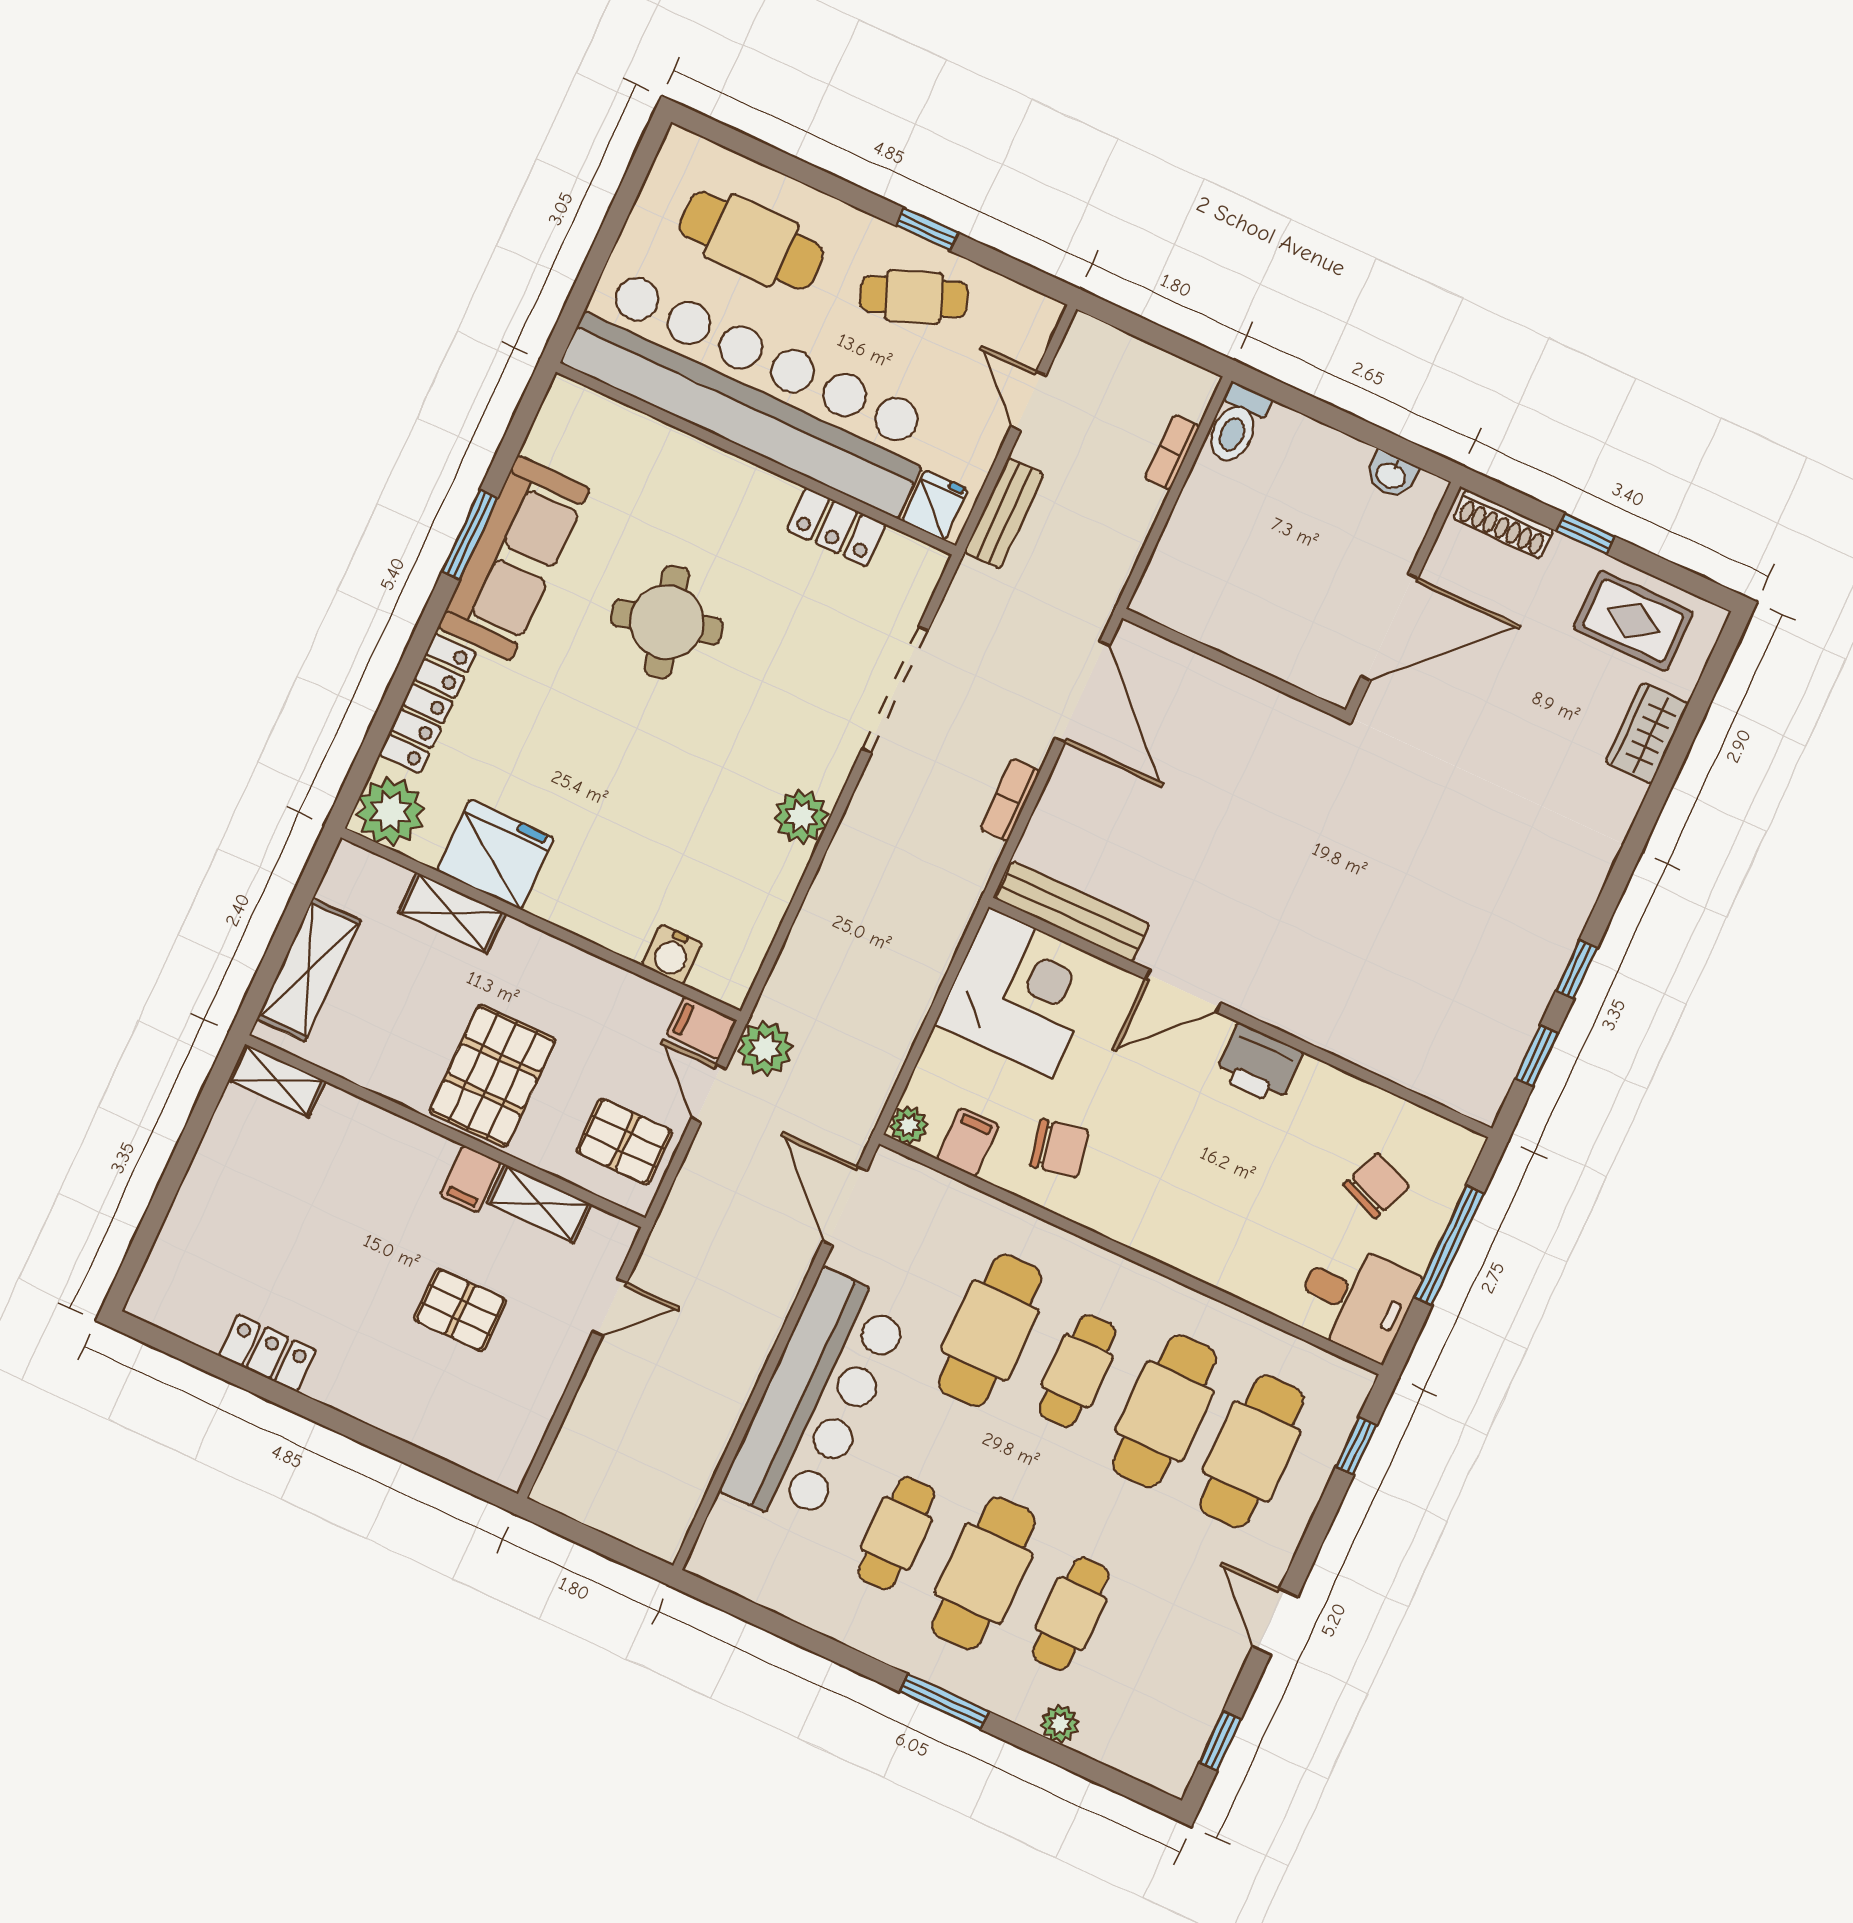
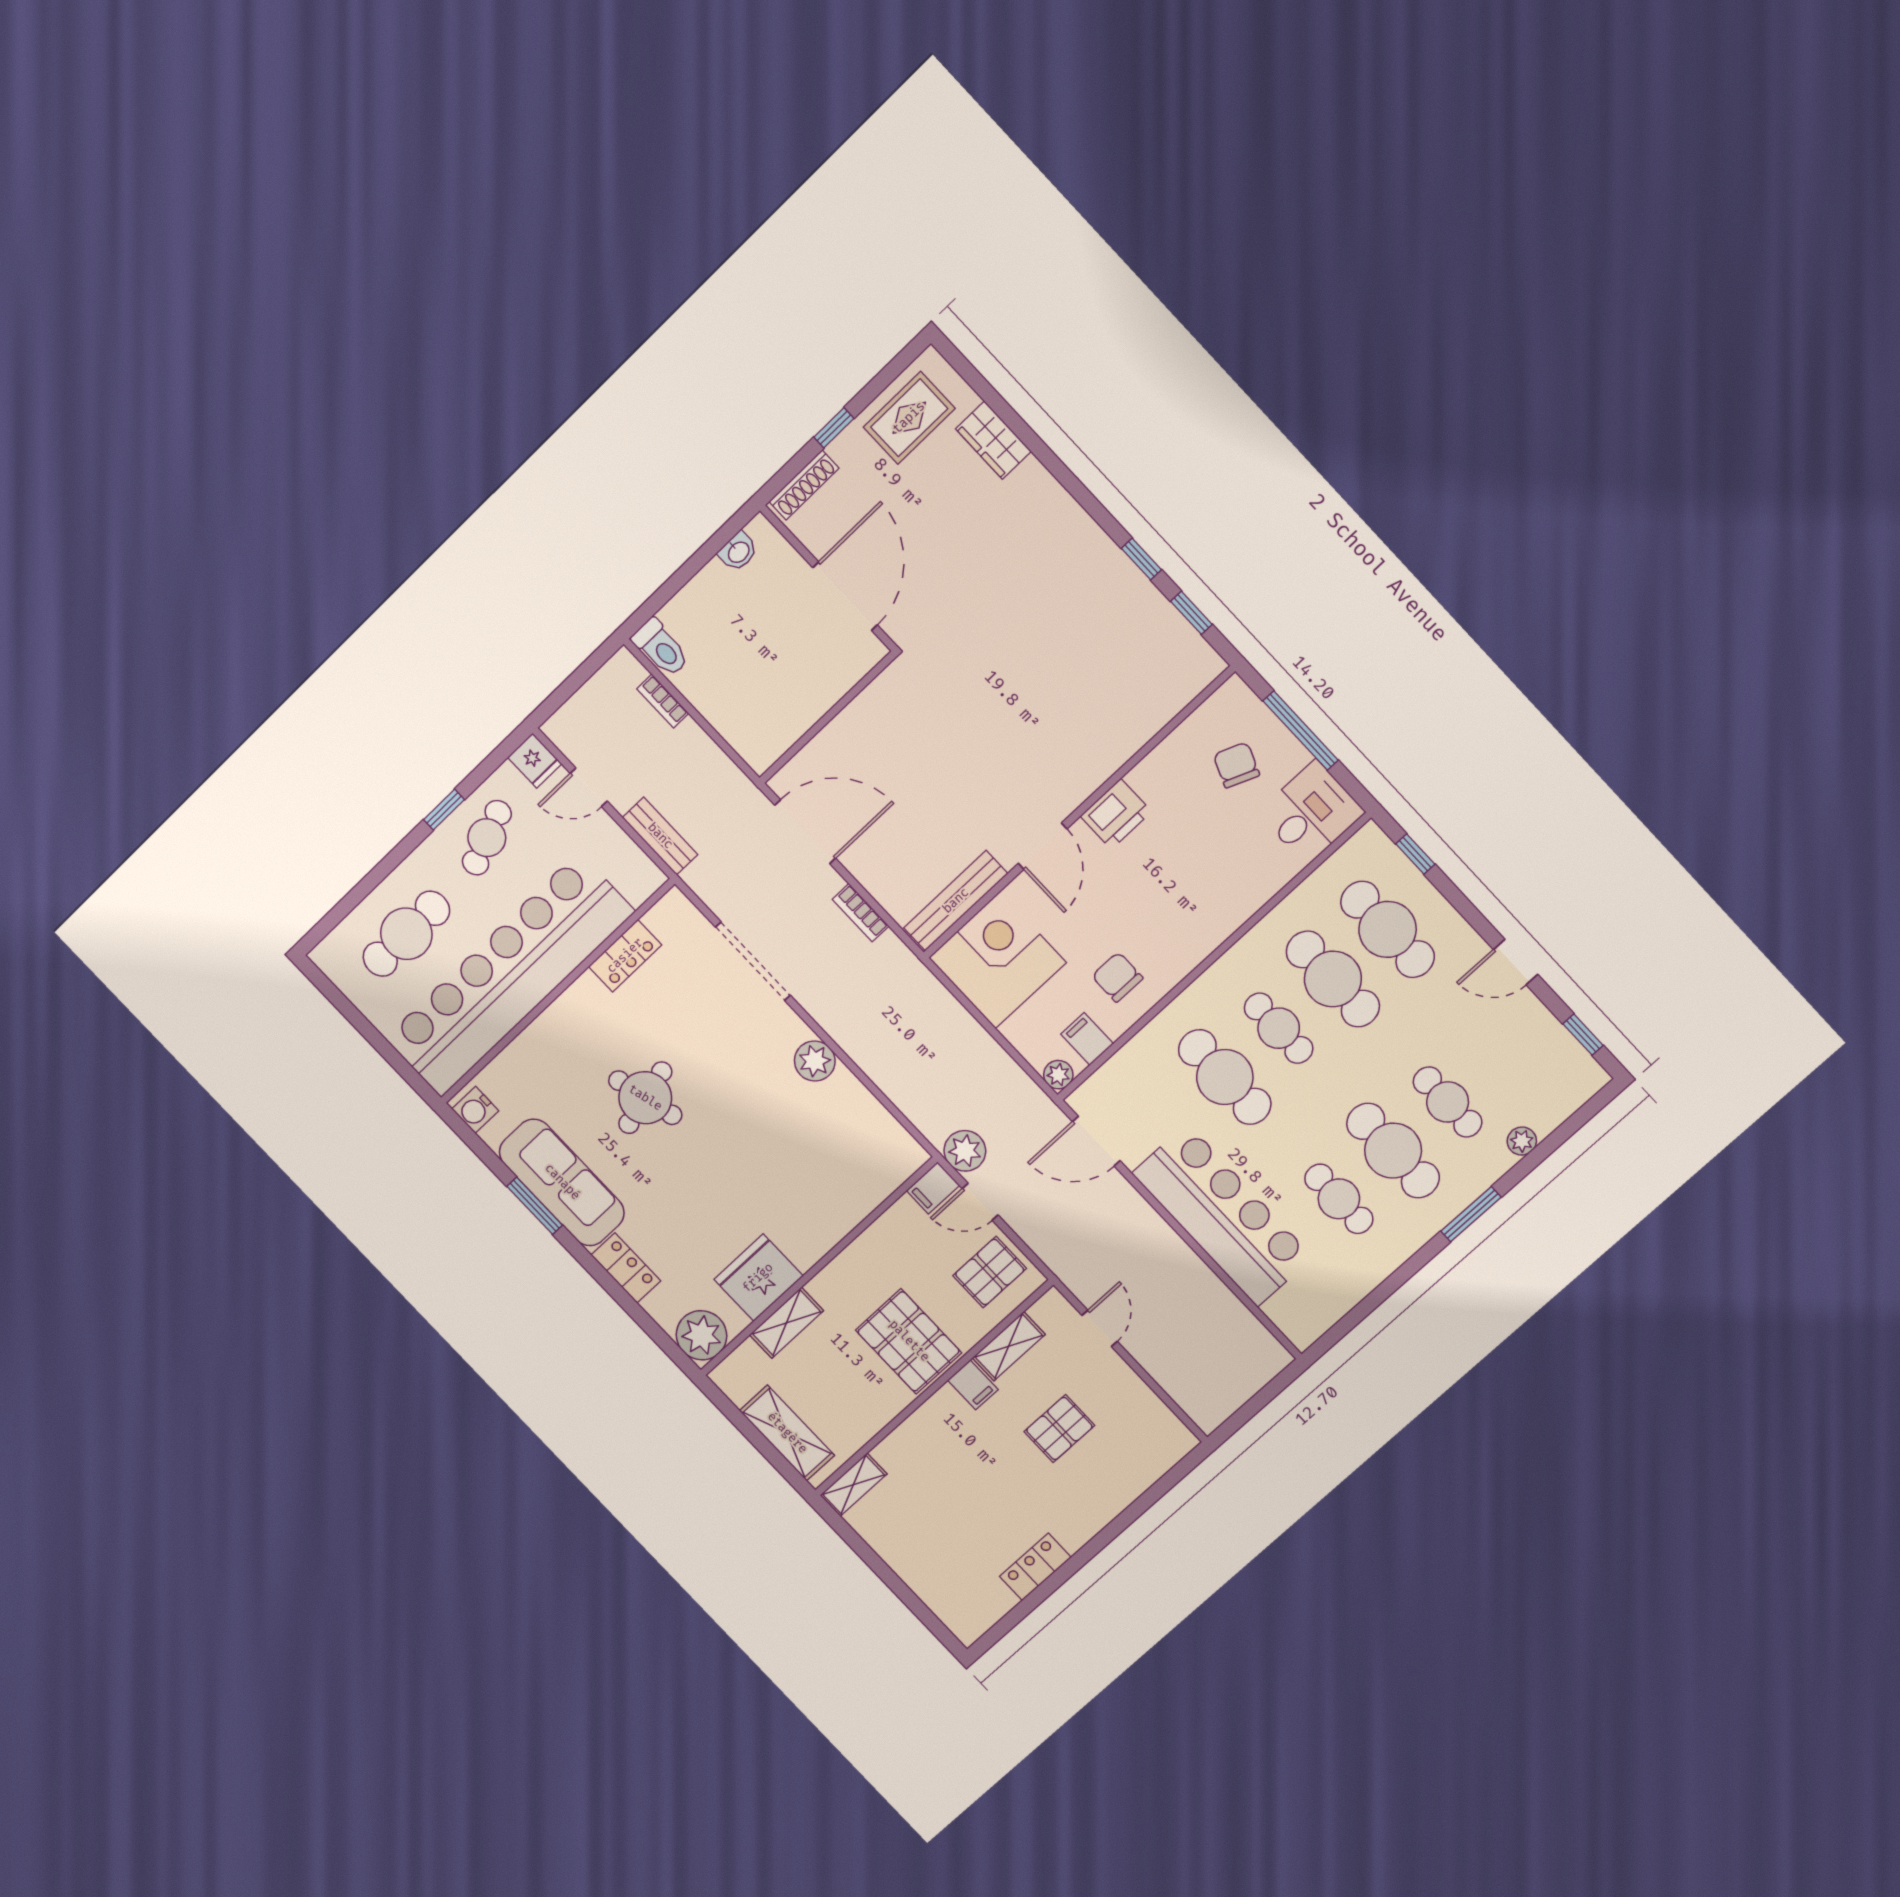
fridge: (935, 505) -> (535, 761), moved, turned 180
locker: (428, 703) -> (626, 1268), width x0.66
water cooler: (672, 954) -> (475, 1110), moved, turned 90
chair: (1059, 1148) -> (1117, 977), turned -79

